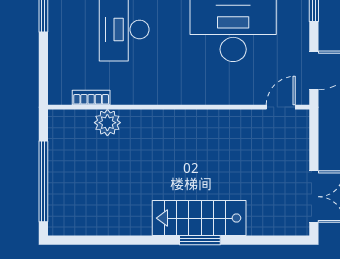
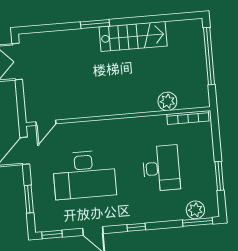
bookcase: (91, 97) -> (188, 118), width x1.56
stairs: (199, 218) -> (133, 36), moved

